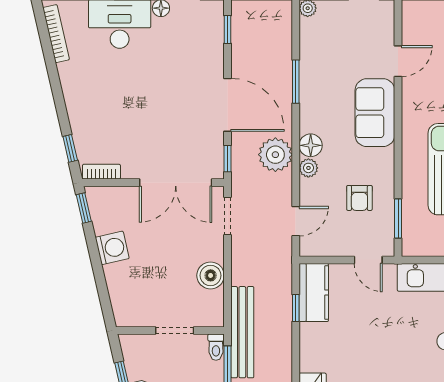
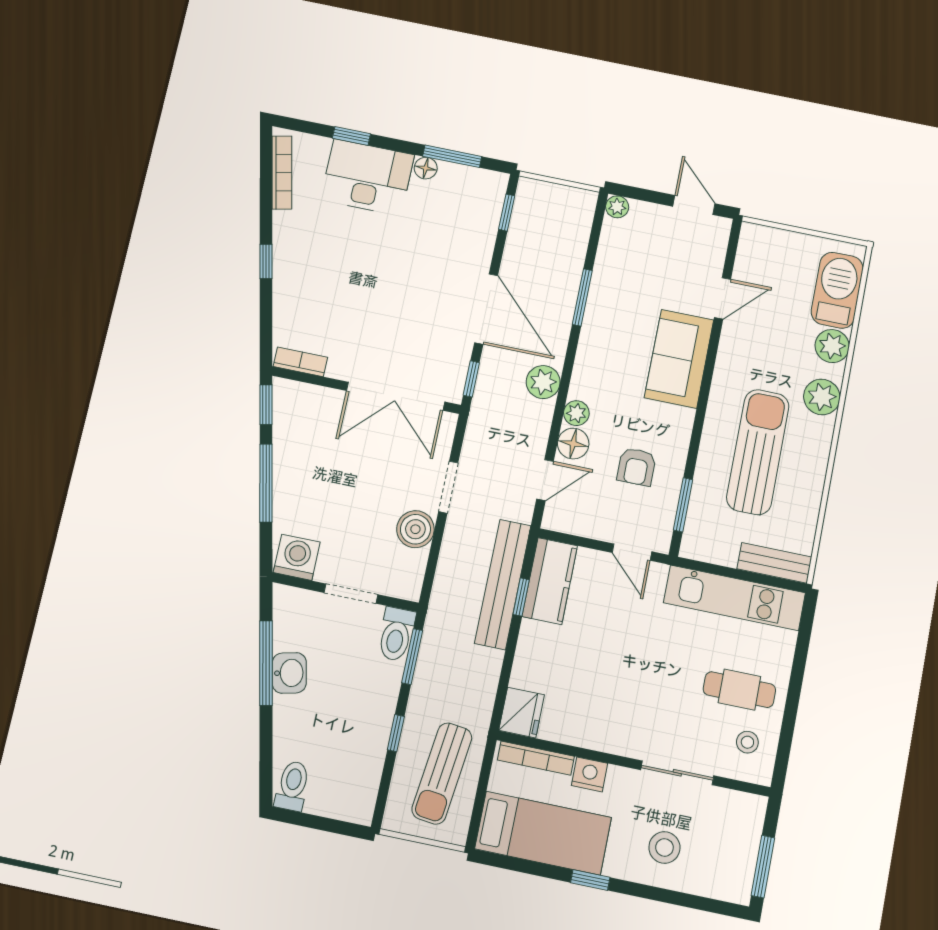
floor lamp: (311, 145) -> (573, 444), moved
window: (70, 148) -> (266, 261), moved
plant: (275, 155) -> (543, 382), width x0.73, depth x0.73
doorway: (228, 216) -> (448, 487), moved
washing machine: (112, 248) -> (297, 557), moved, turned -77
window: (97, 265) -> (266, 483), added
bench: (242, 332) -> (503, 584), moved
toilet: (216, 347) -> (396, 634), width x1.37, depth x1.39

